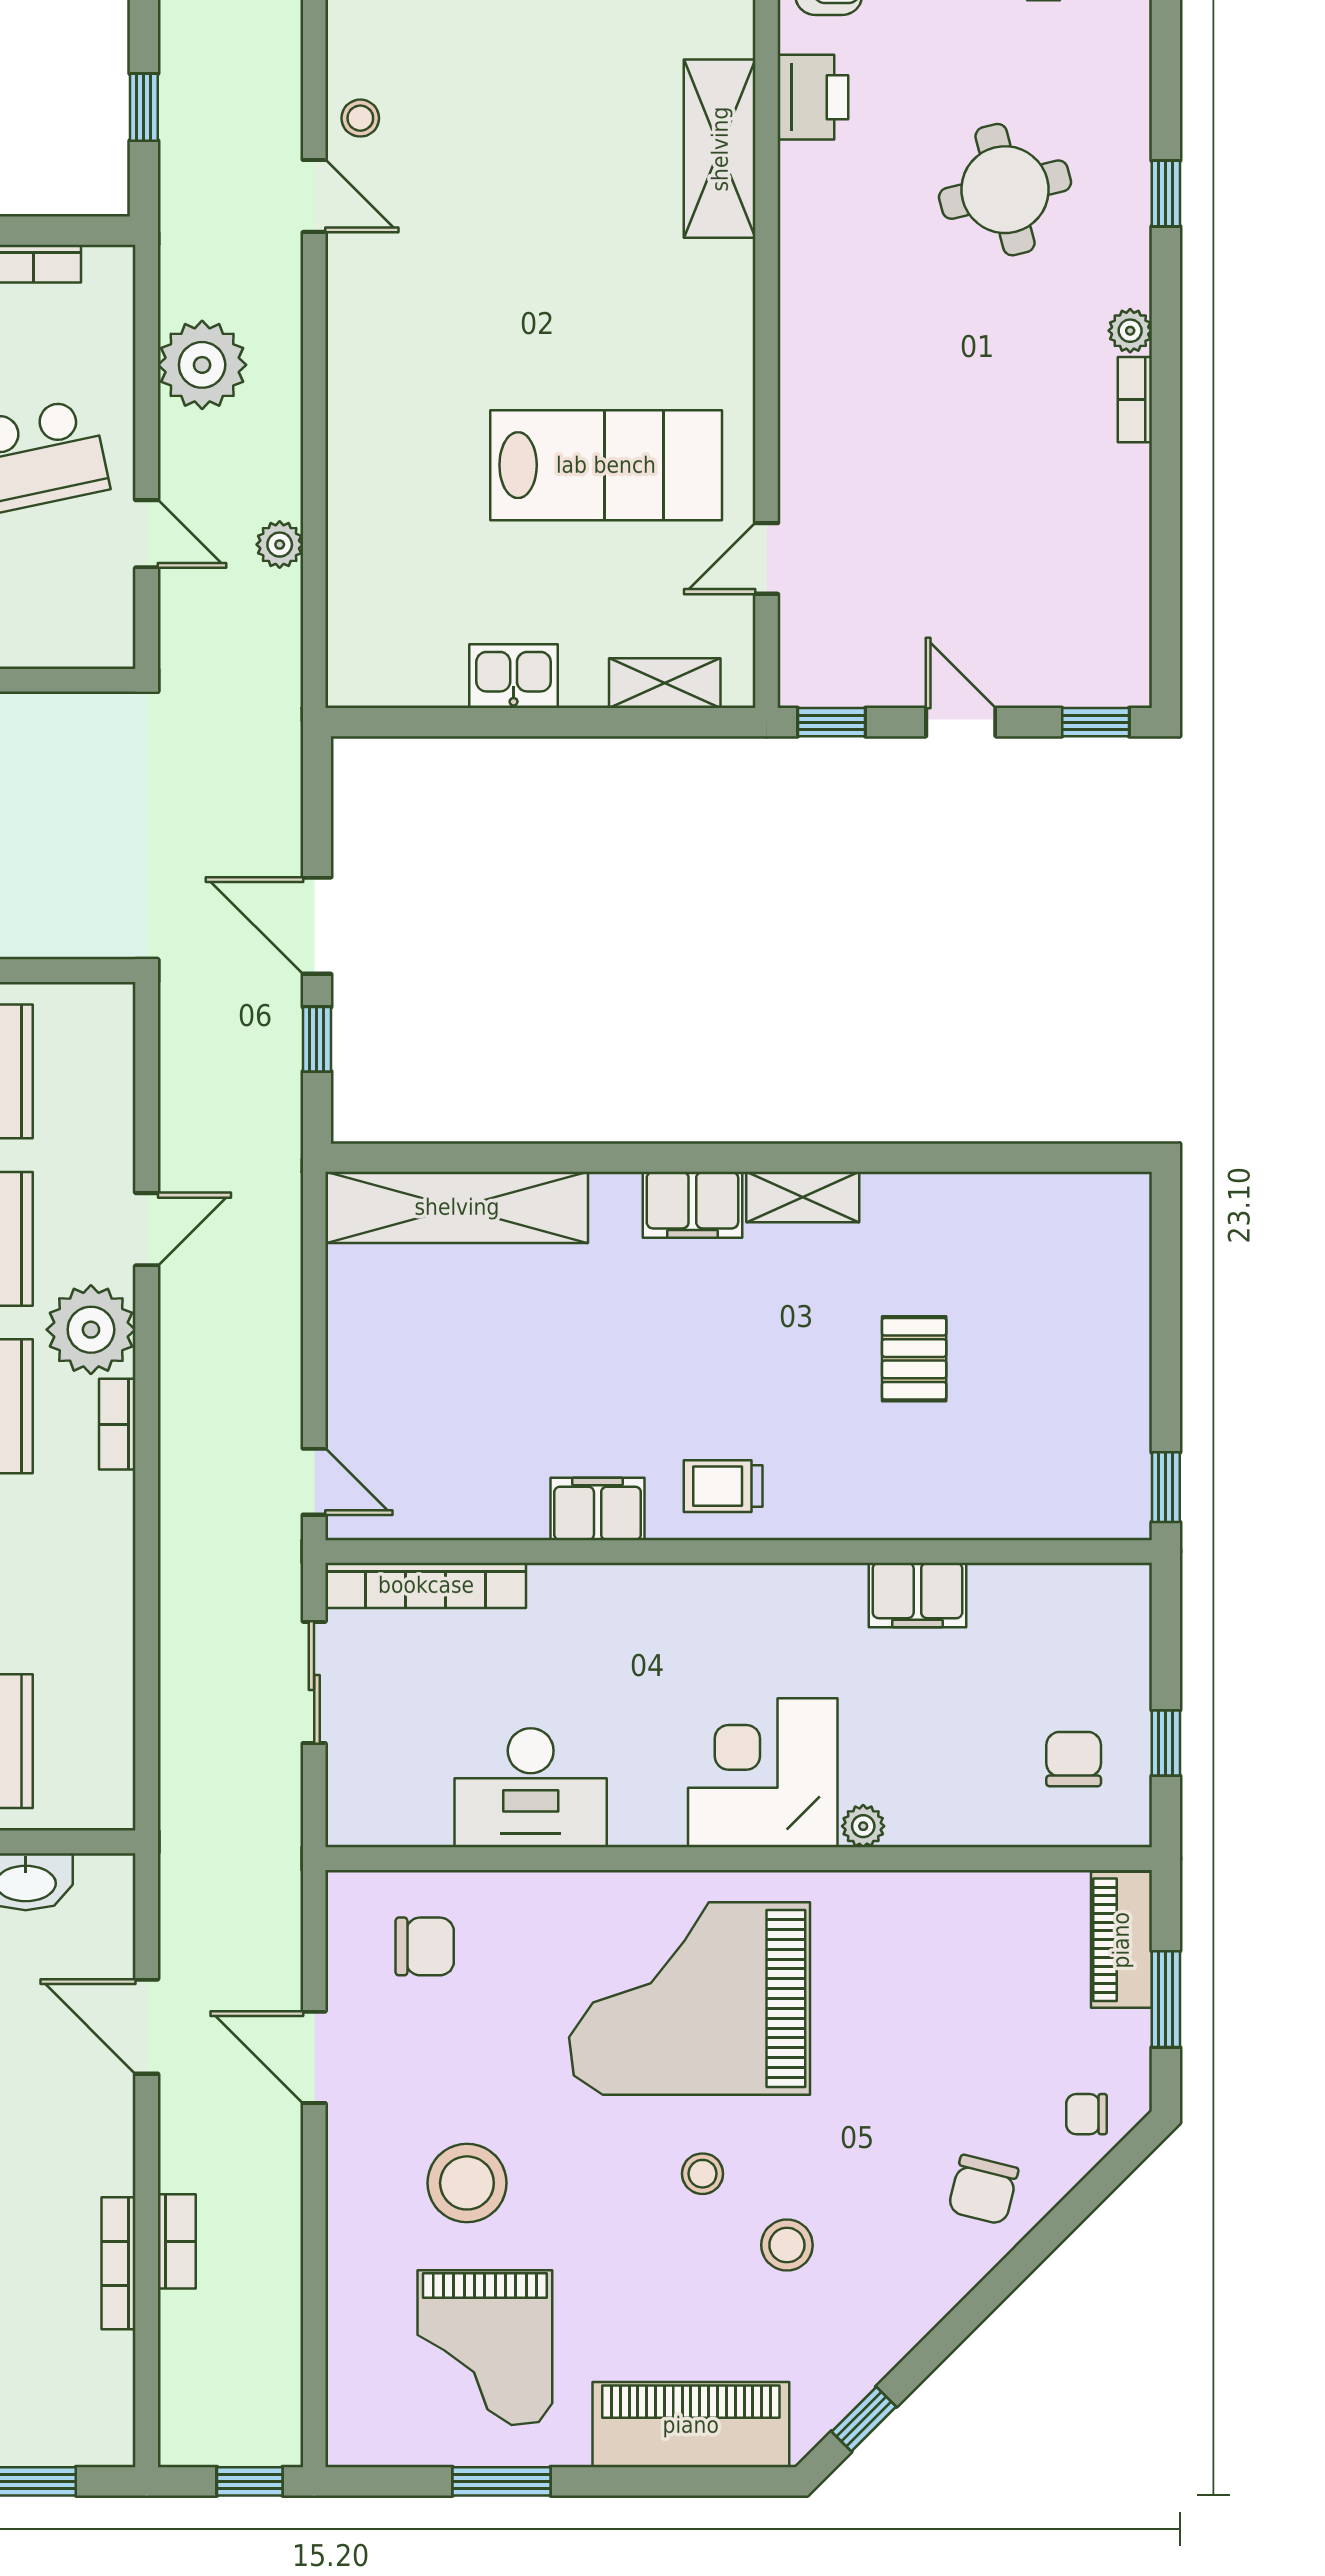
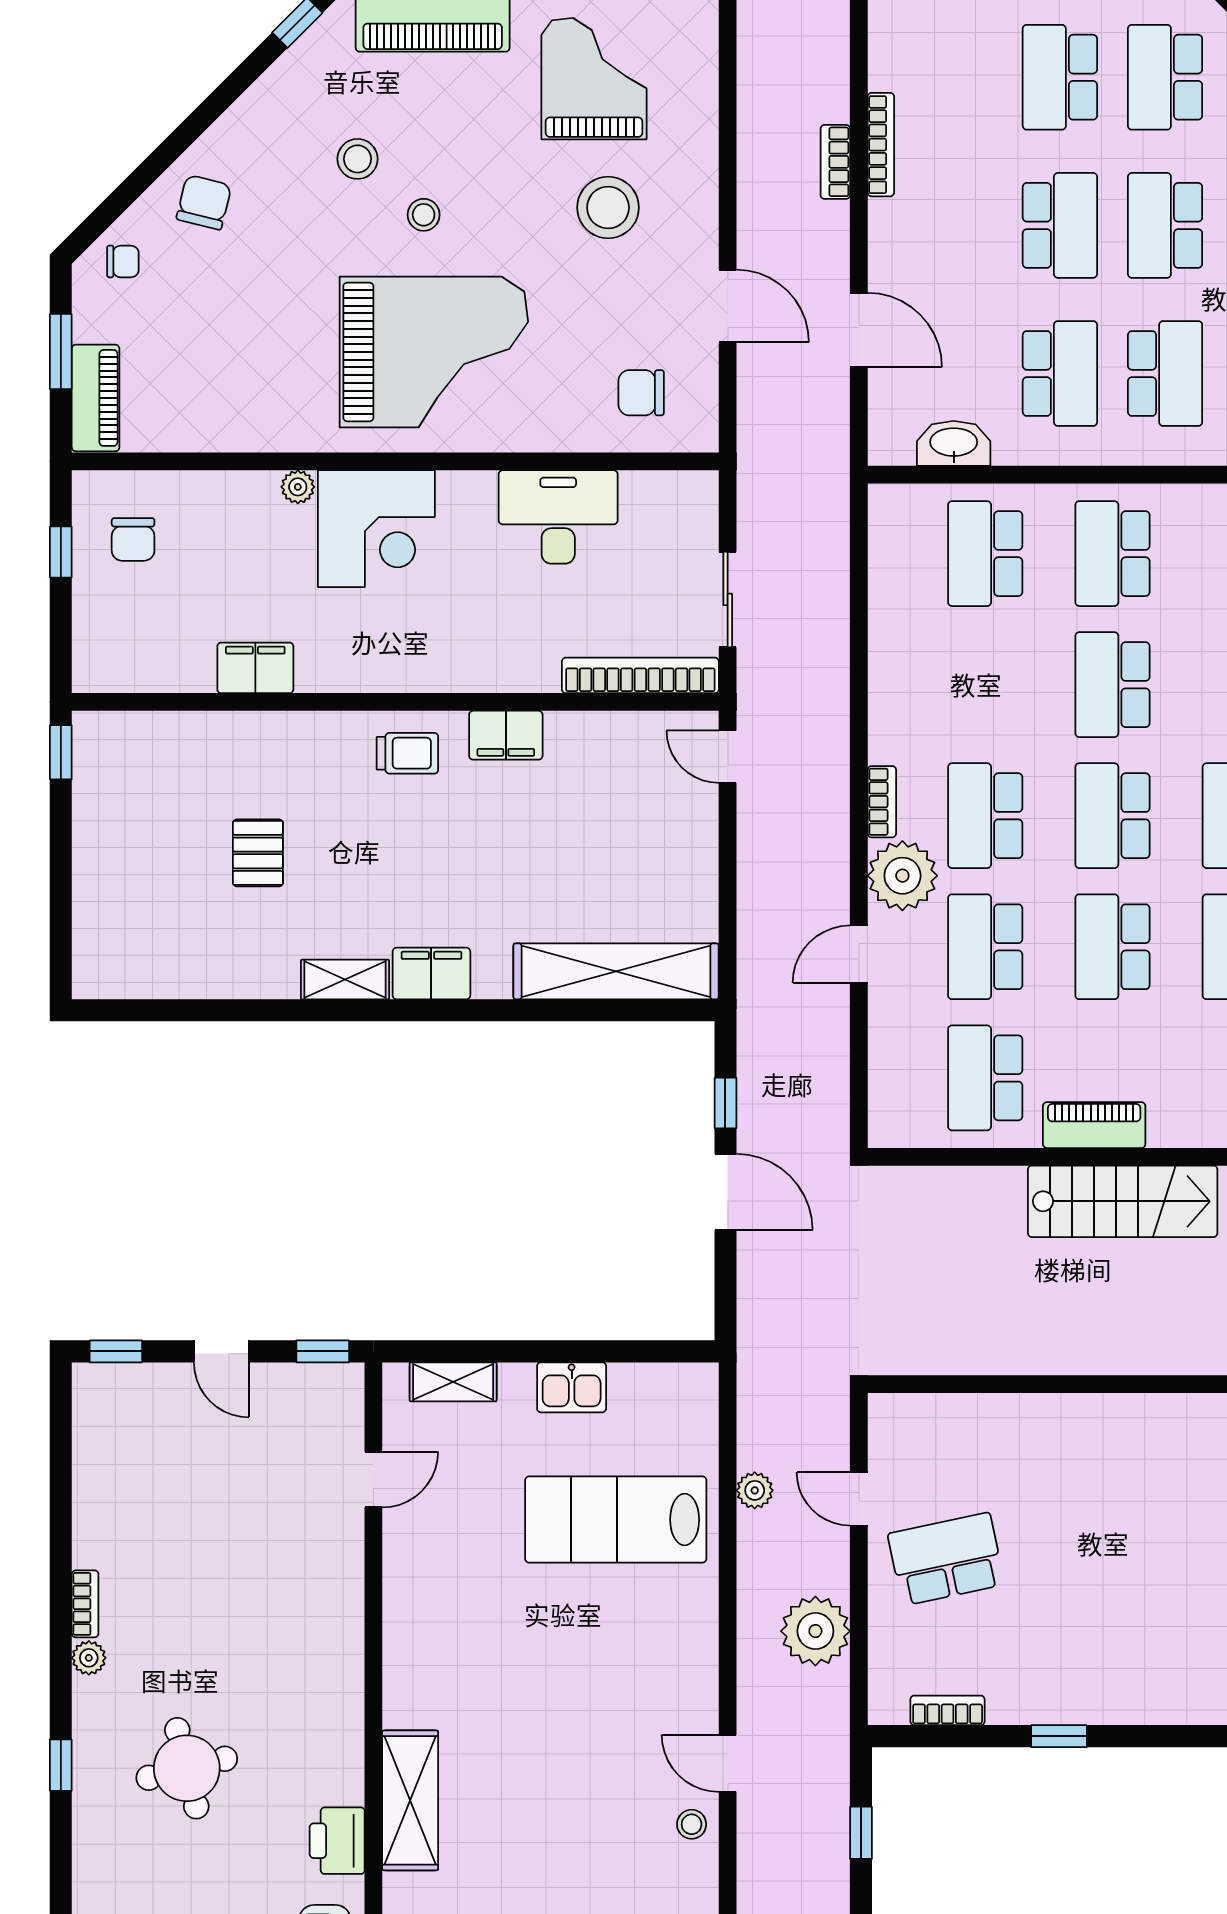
lab bench: (606, 465) -> (616, 1520), moved

